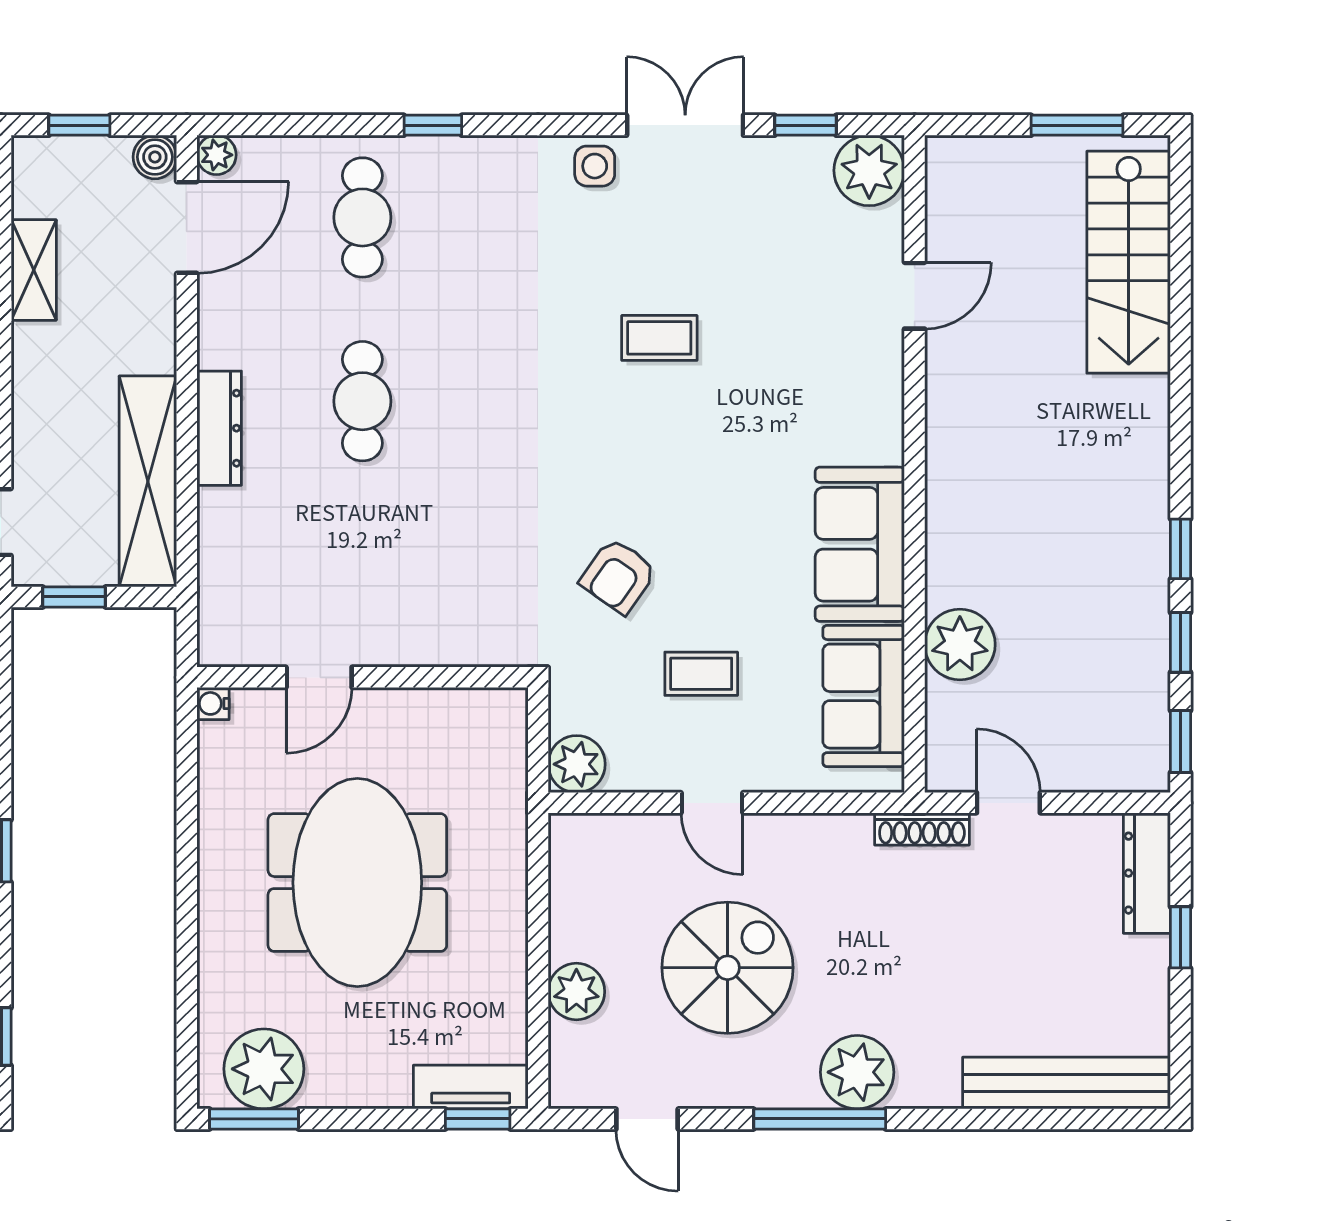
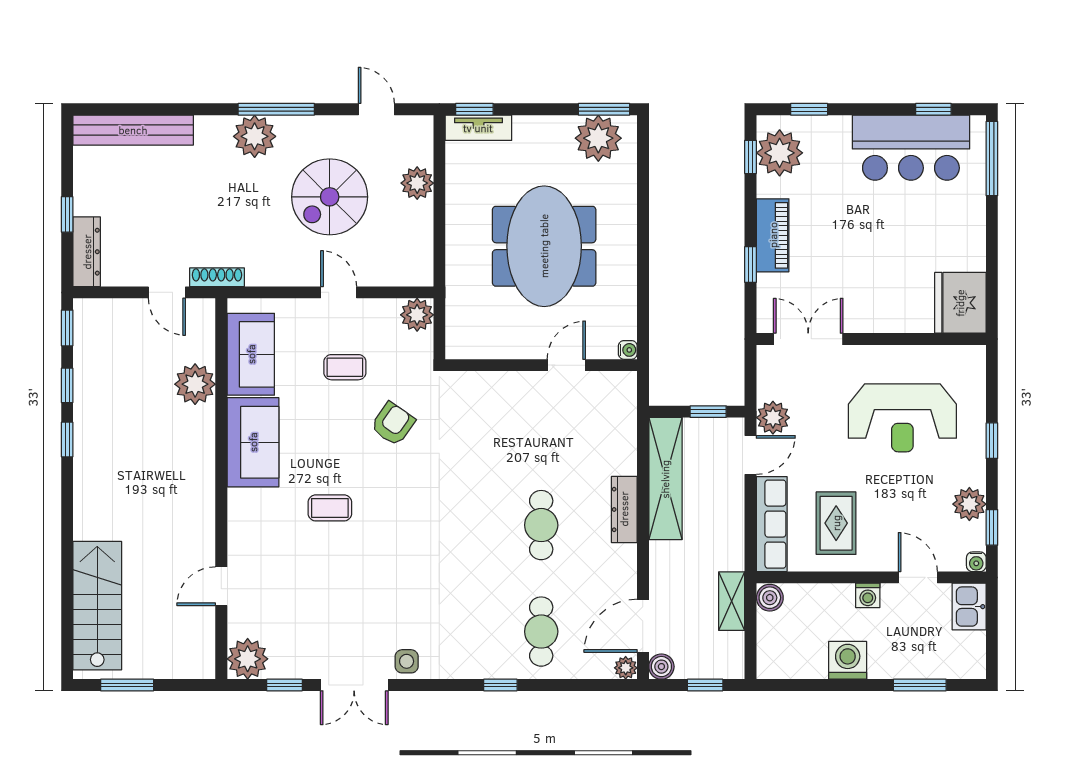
coffee table: (659, 338) -> (330, 508), moved

